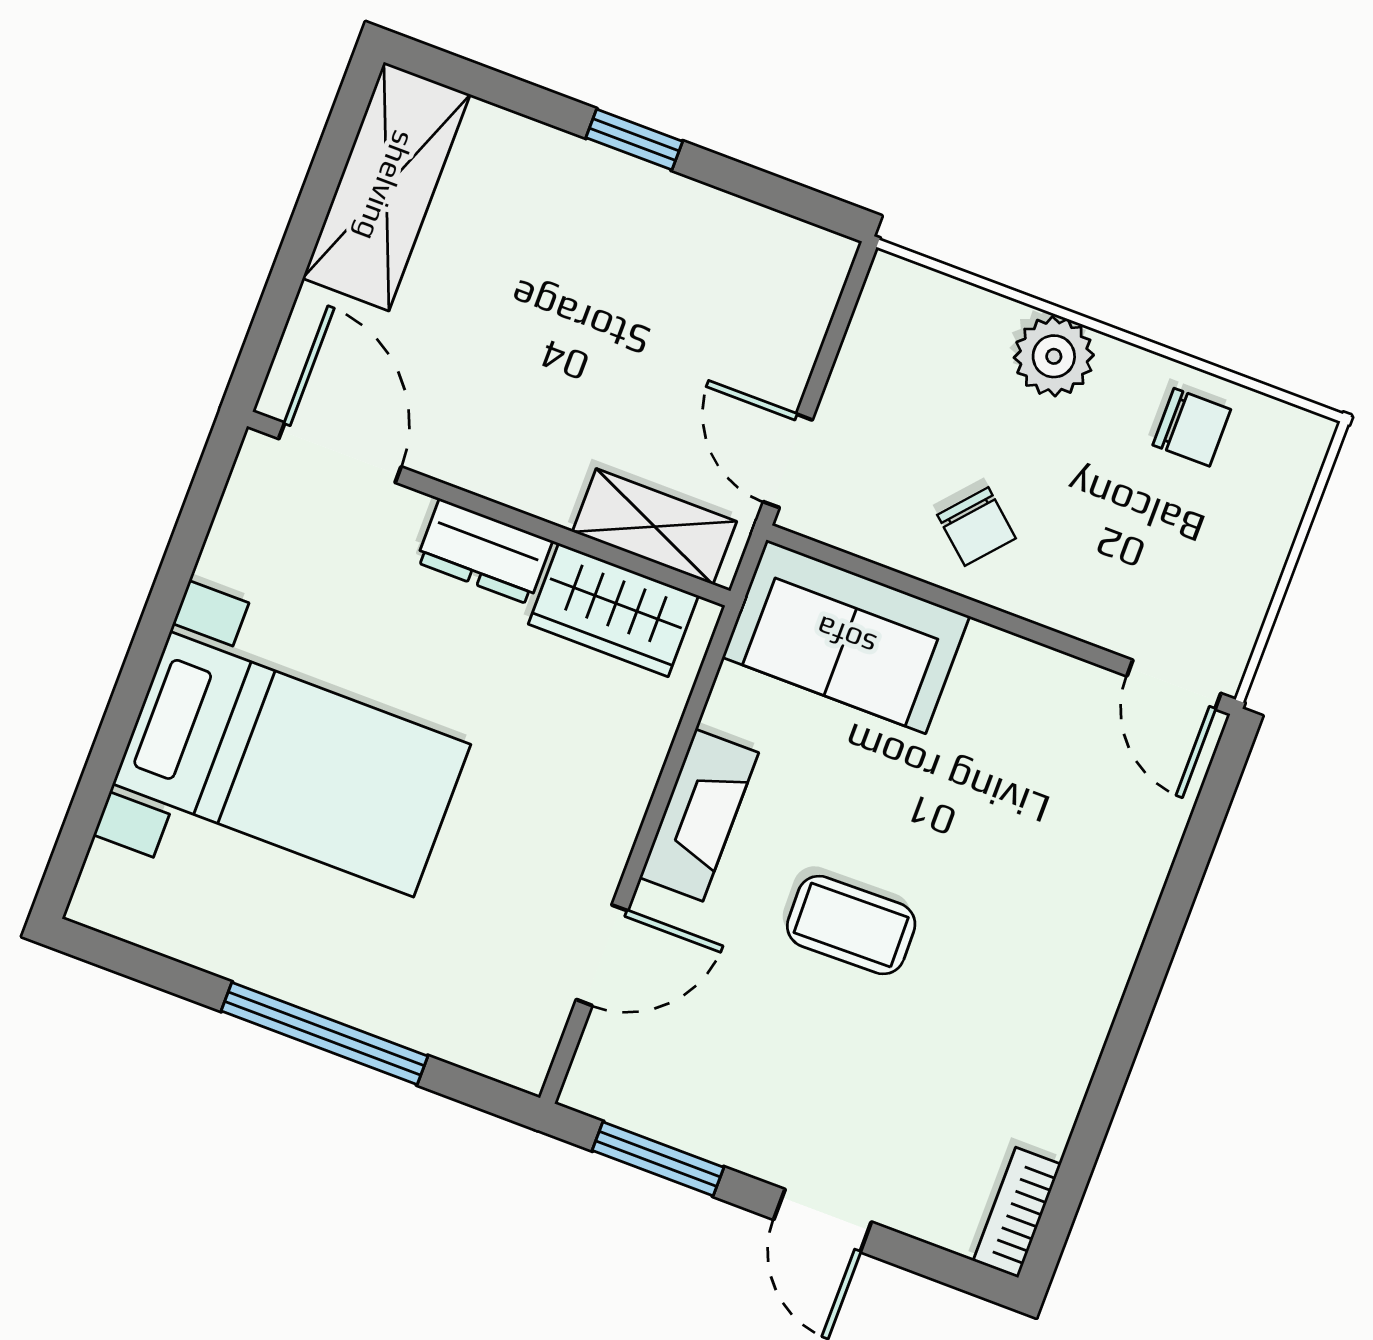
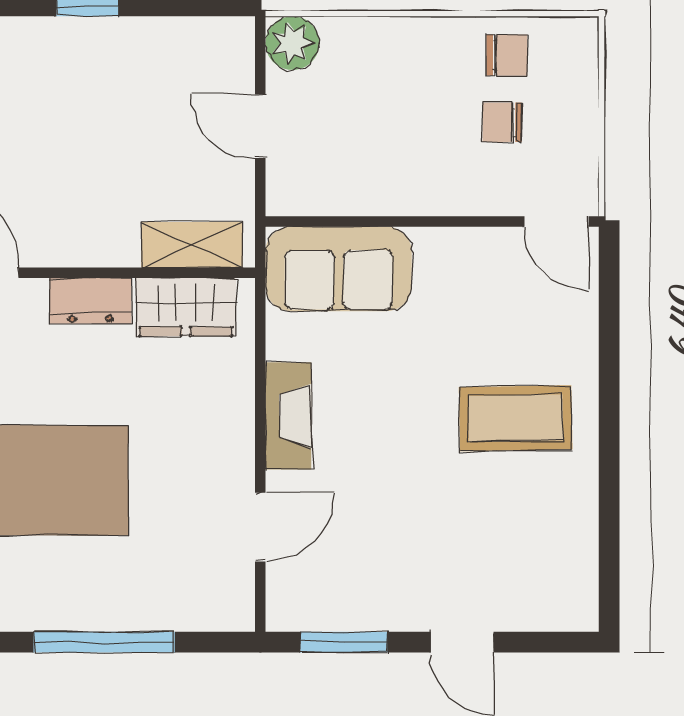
plant: (1054, 356) -> (292, 43), moved
door: (788, 461) -> (260, 126), moved
chair: (977, 527) -> (502, 122), moved, turned 139
coffee table: (851, 925) -> (516, 418), moved, width x1.36, depth x1.30
bookcase: (1017, 1213) -> (583, 591), removed

